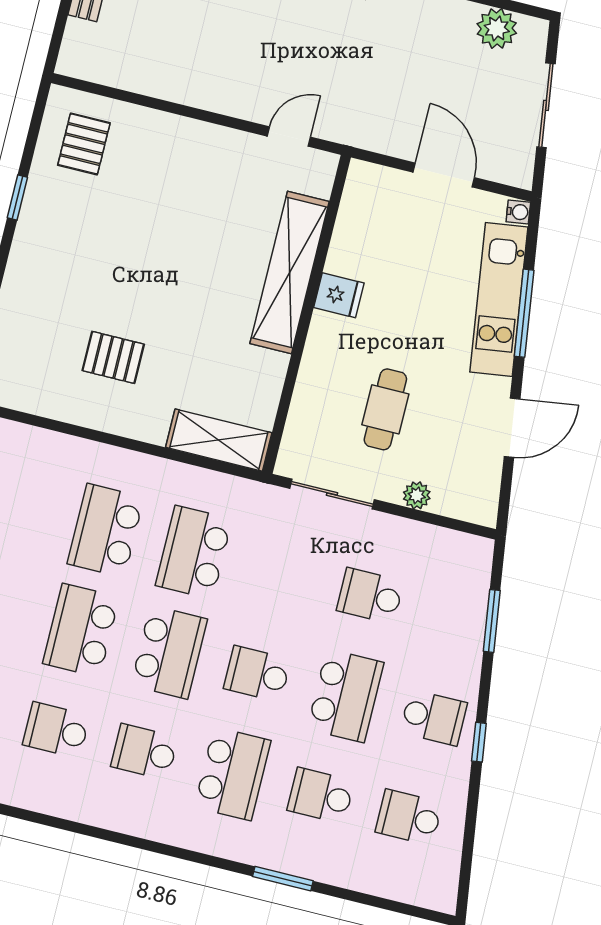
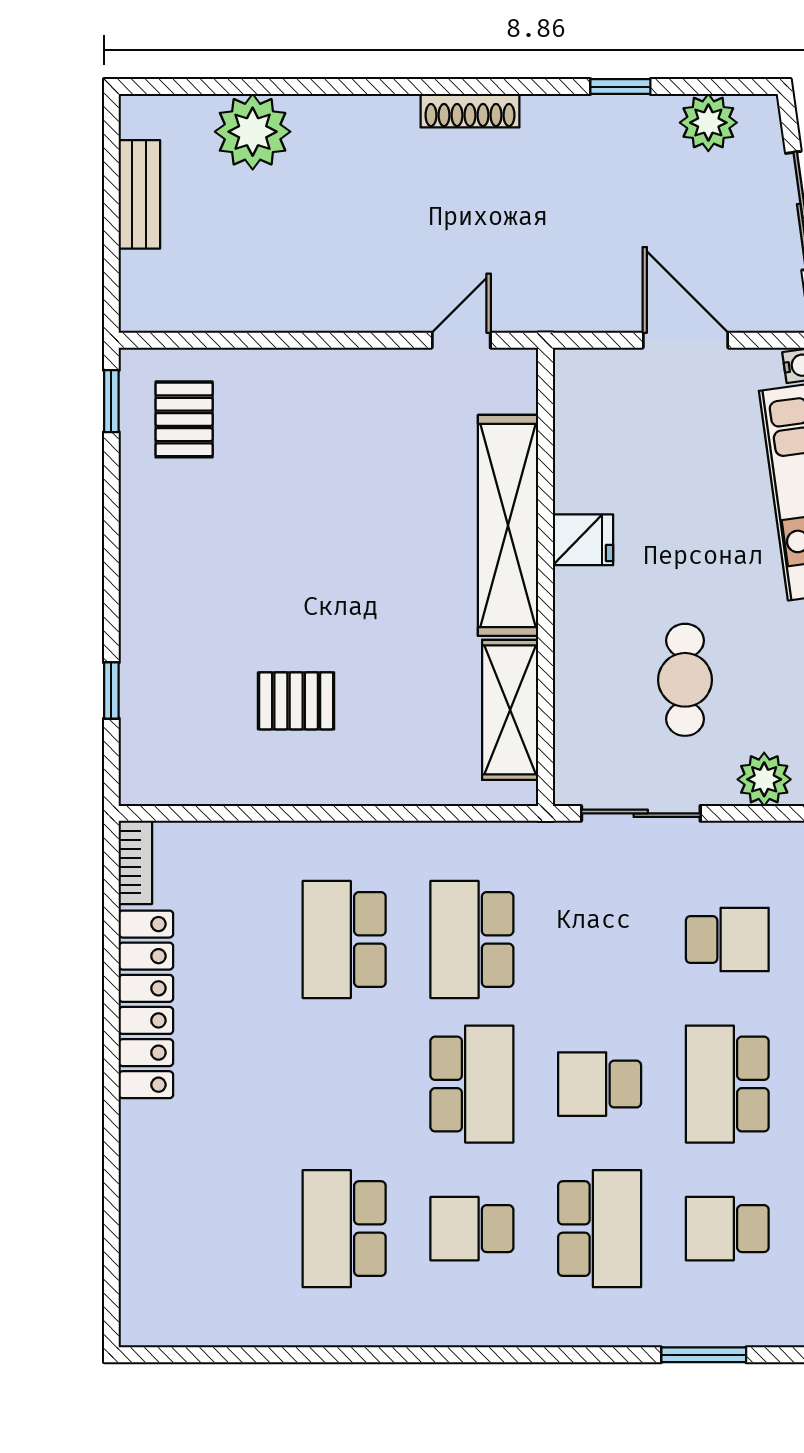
window: (17, 197) -> (111, 401), moved
shelving: (219, 440) -> (510, 710), moved, turned 90
plant: (417, 495) -> (764, 779), width x1.38, depth x1.38
school desk: (370, 596) -> (727, 940), turned 180
school desk: (81, 630) -> (344, 1084), removed
school desk: (345, 696) -> (727, 1084), turned 180
school desk: (56, 730) -> (344, 1229), width x1.85

